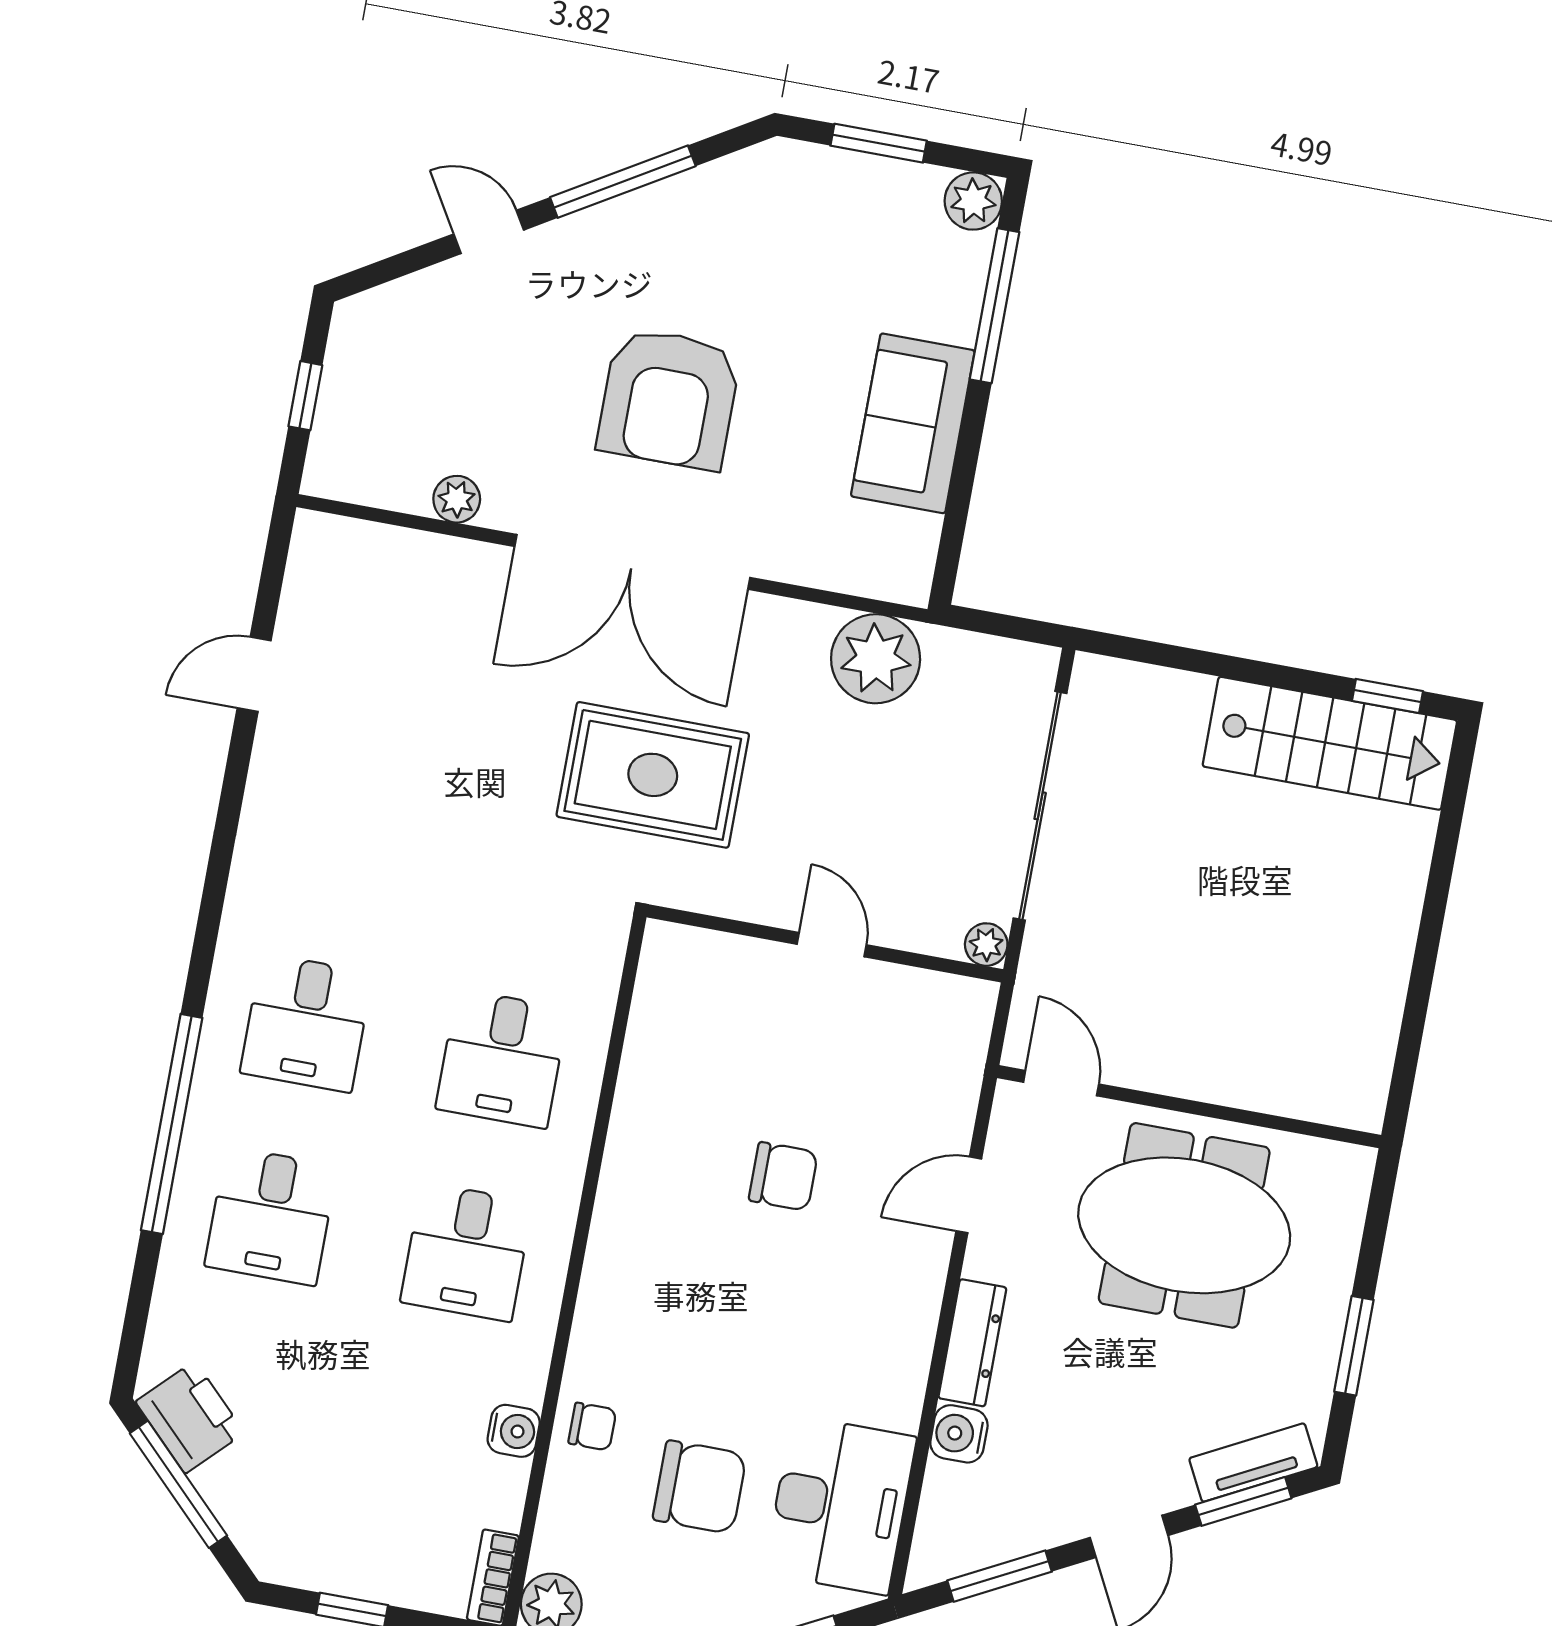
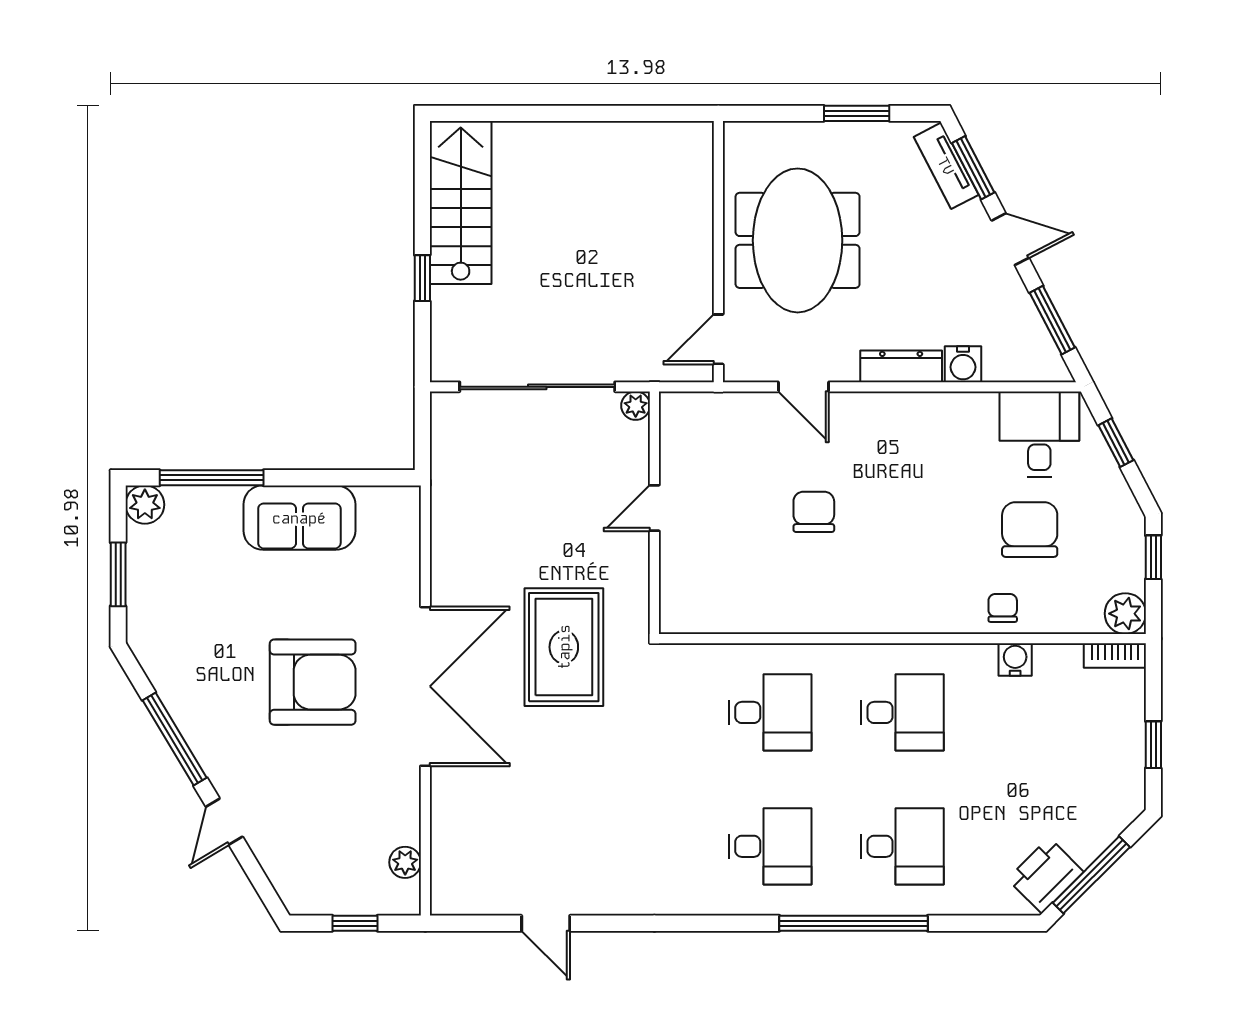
plant: (457, 499) -> (405, 862), moved
plant: (876, 659) -> (460, 514), removed
window: (1387, 696) -> (422, 278), moved
desk: (840, 1505) -> (1039, 434), width x0.73

